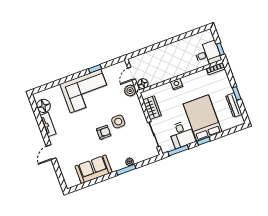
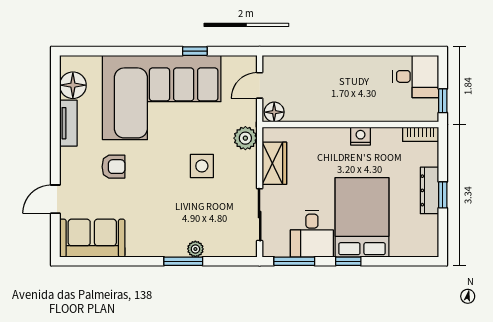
desk: (208, 54) -> (416, 76), moved
nightstand: (177, 84) -> (361, 136), moved
corner sofa: (86, 91) -> (162, 97), width x1.36, depth x1.36
plant: (130, 91) -> (245, 138), moved
dresser: (234, 105) -> (429, 190), moved
armchair: (104, 132) -> (113, 167), moved
door: (51, 152) -> (55, 199), moved
sofa: (93, 169) -> (92, 238), moved

